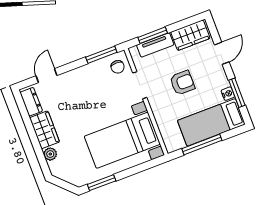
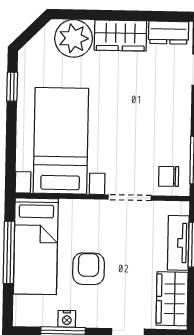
armchair: (182, 83) -> (88, 269), moved, turned 180
bed: (211, 122) -> (36, 246), moved, turned 180
plant: (50, 154) -> (74, 38), width x1.87, depth x1.87
window: (102, 183) -> (12, 87), width x0.67

